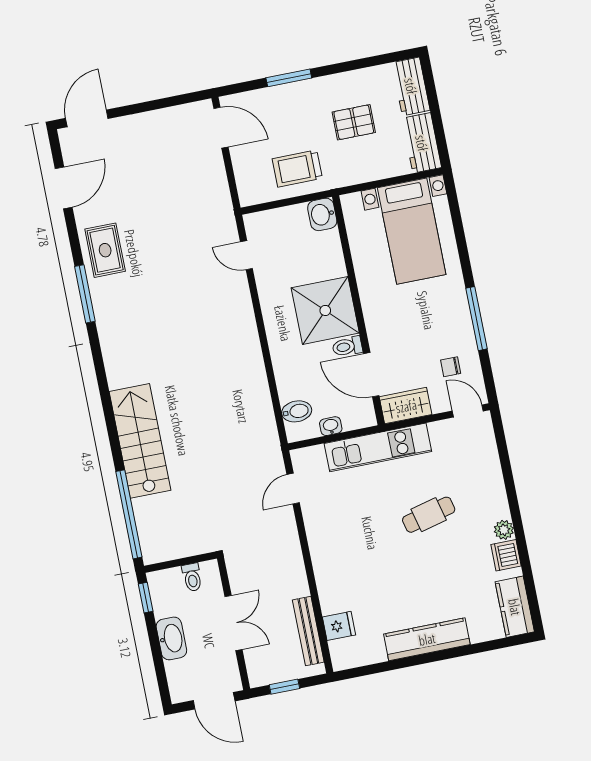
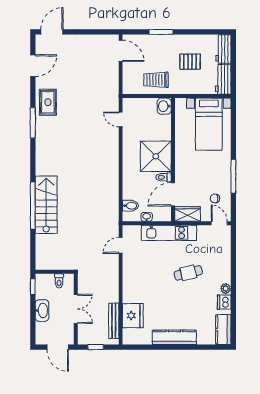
door: (371, 375) -> (173, 194), hinge flipped
window: (129, 514) -> (33, 205), moved
fridge: (339, 626) -> (133, 316), width x1.88, depth x1.34

